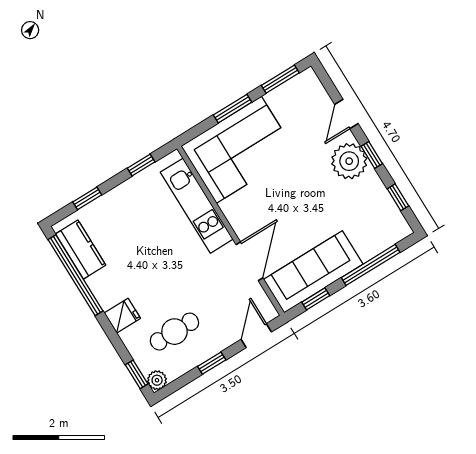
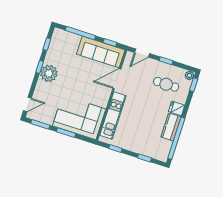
door: (346, 114) -> (27, 104), moved
kitchen counter: (81, 250) -> (171, 127), moved

